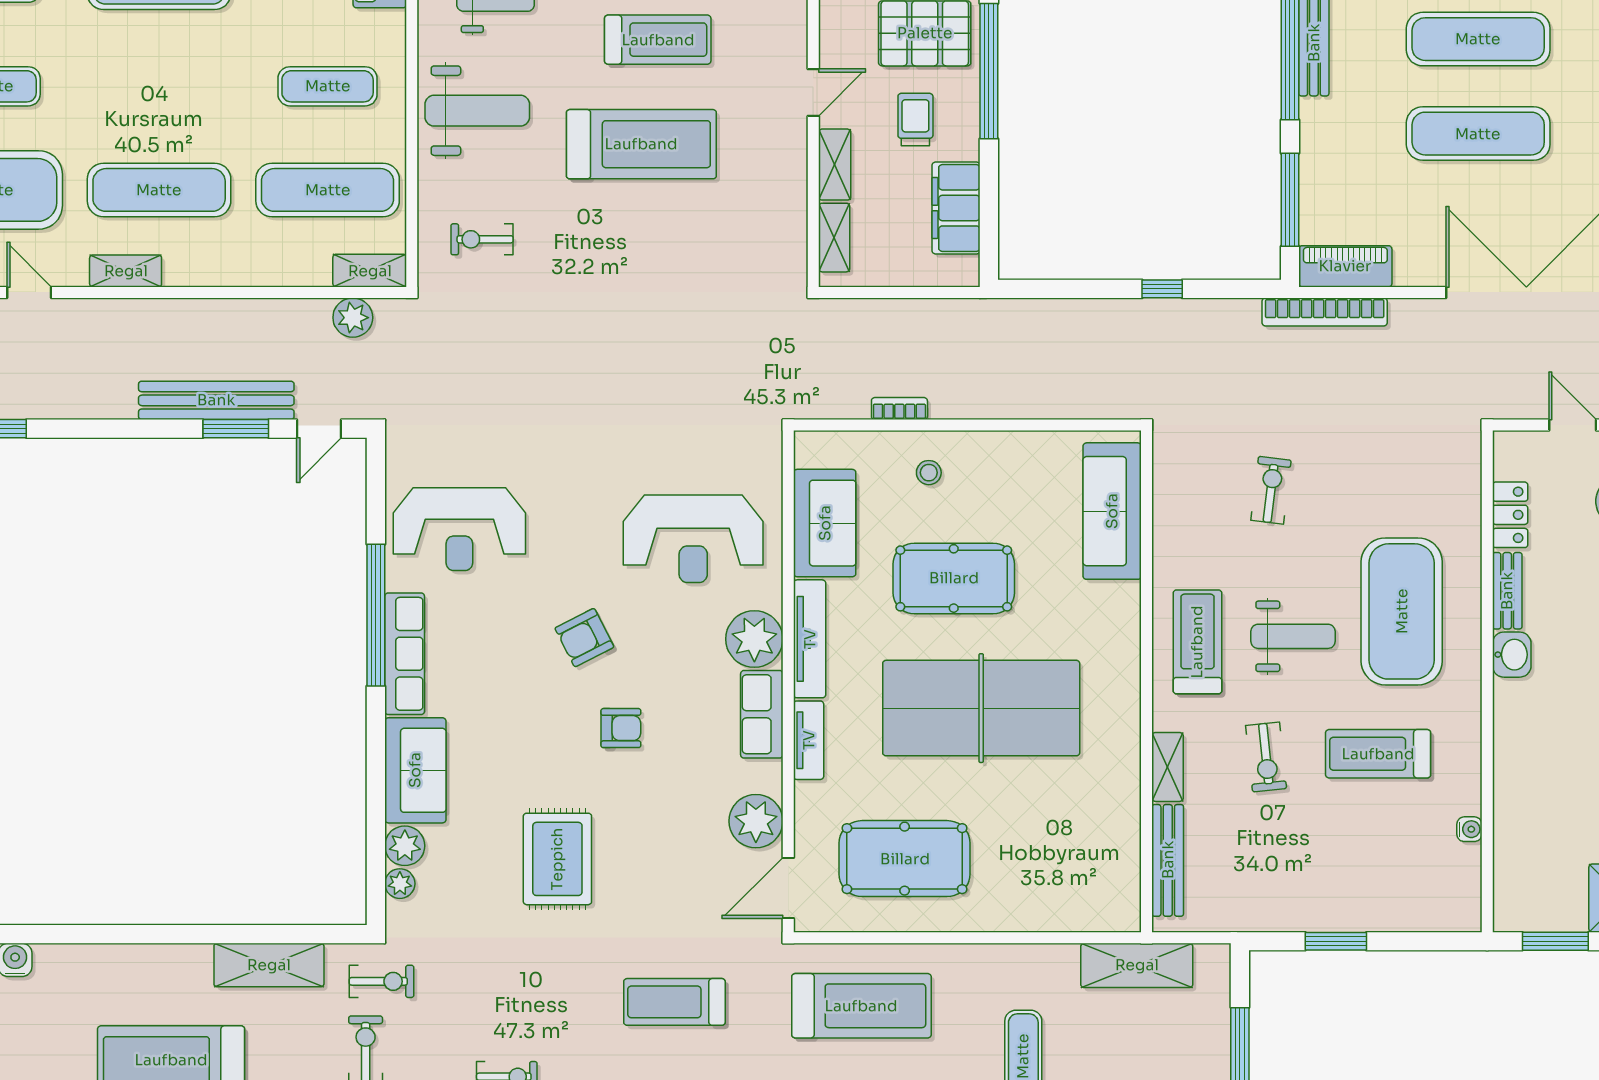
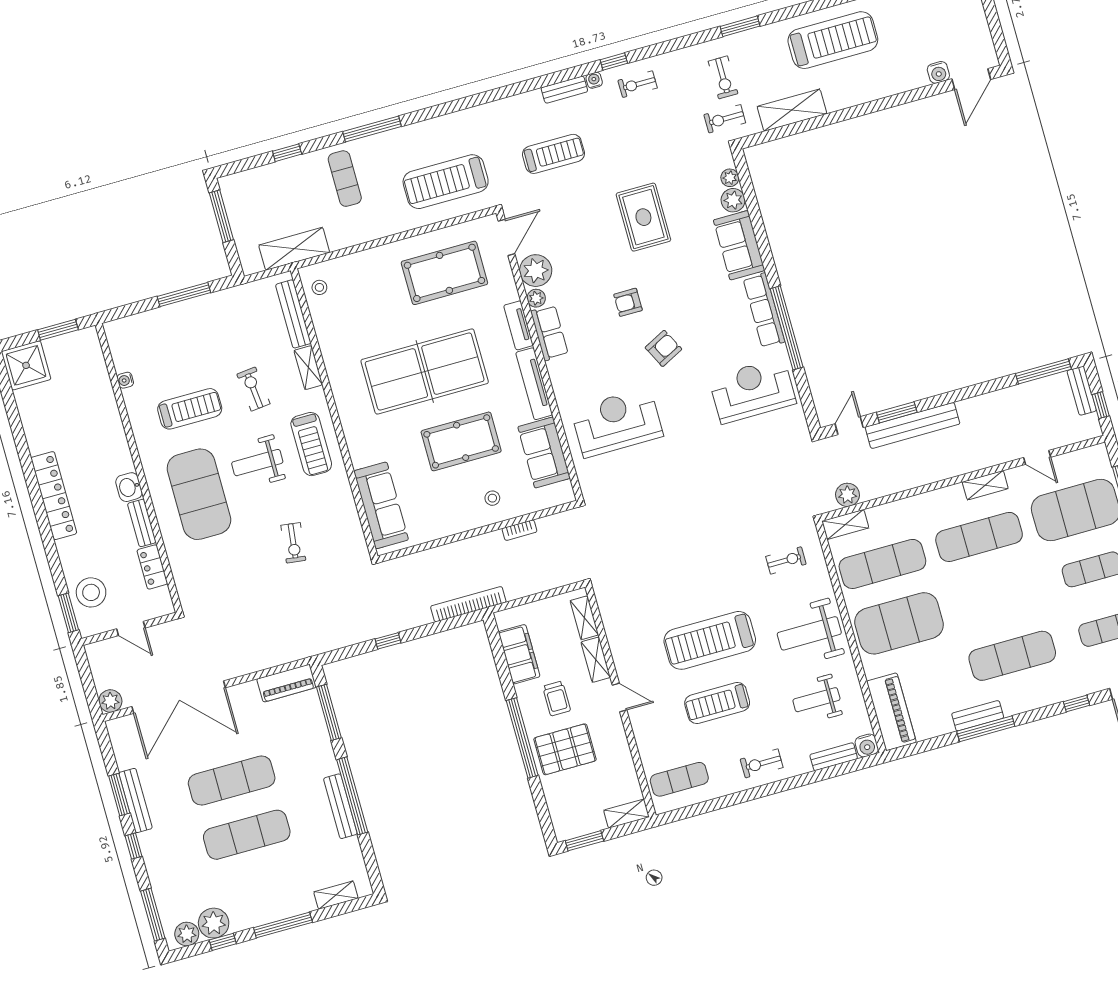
exercise mat: (328, 86) -> (899, 623), width x2.00, depth x1.45
door: (813, 92) -> (619, 698), swing flipped
bookcase: (1325, 312) -> (468, 604), moved
plant: (754, 639) -> (536, 298), moved, width x0.53, depth x0.53
stool: (1113, 892) -> (319, 287), added
window: (1336, 941) -> (184, 295), width x1.44

